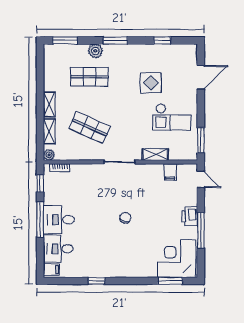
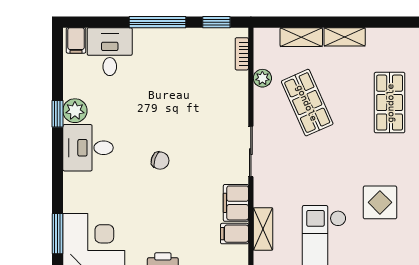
shop shelf: (90, 127) -> (307, 103), turned -48
plant: (49, 155) -> (262, 78), moved
shelving: (155, 155) -> (263, 229), moved
filing cabinet: (151, 171) -> (236, 203), added
desk: (59, 220) -> (88, 148), moved, turned -90
plant: (95, 270) -> (75, 111), added

